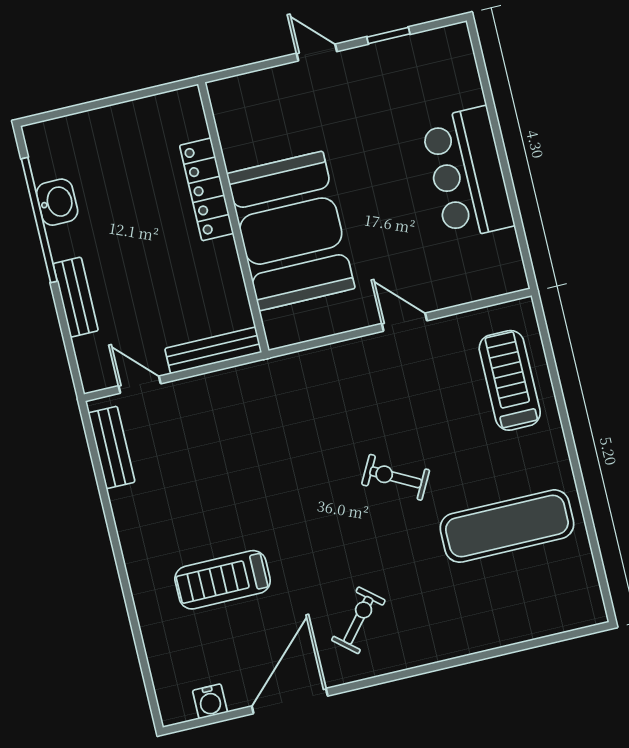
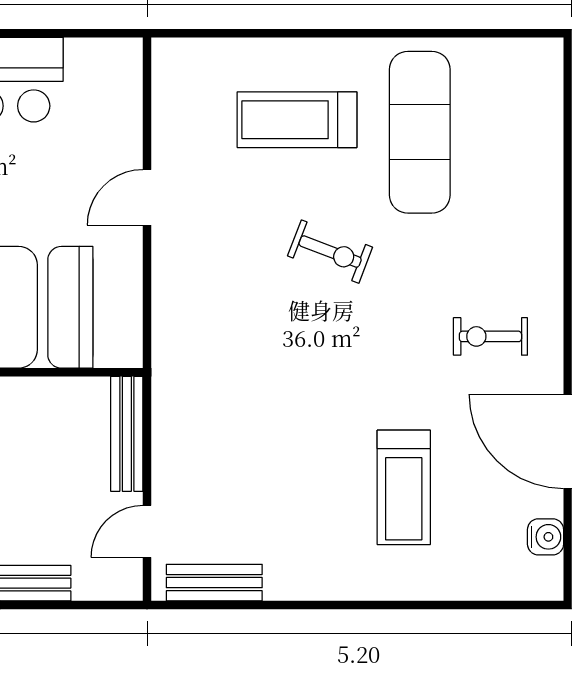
treadmill: (510, 380) -> (297, 120), moved
exercise bike: (396, 477) -> (330, 252), turned -97
exercise bike: (358, 620) -> (490, 336), turned -40

